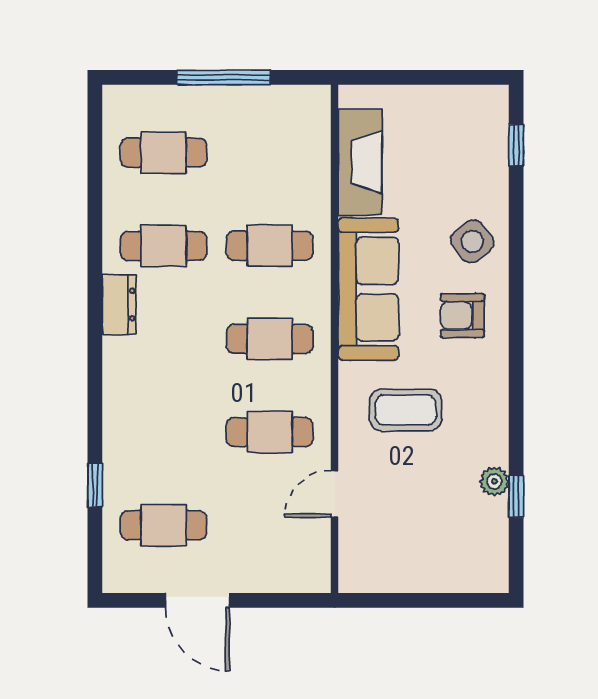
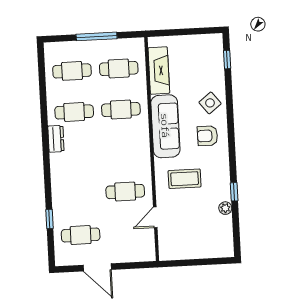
cafe table: (270, 339) -> (119, 68), moved
window: (516, 496) -> (234, 192), moved

